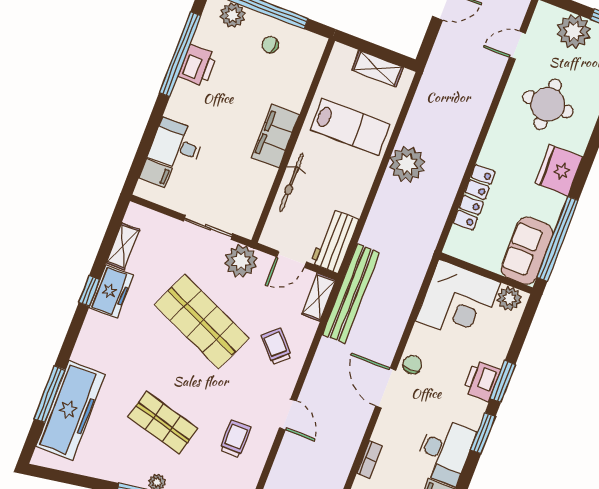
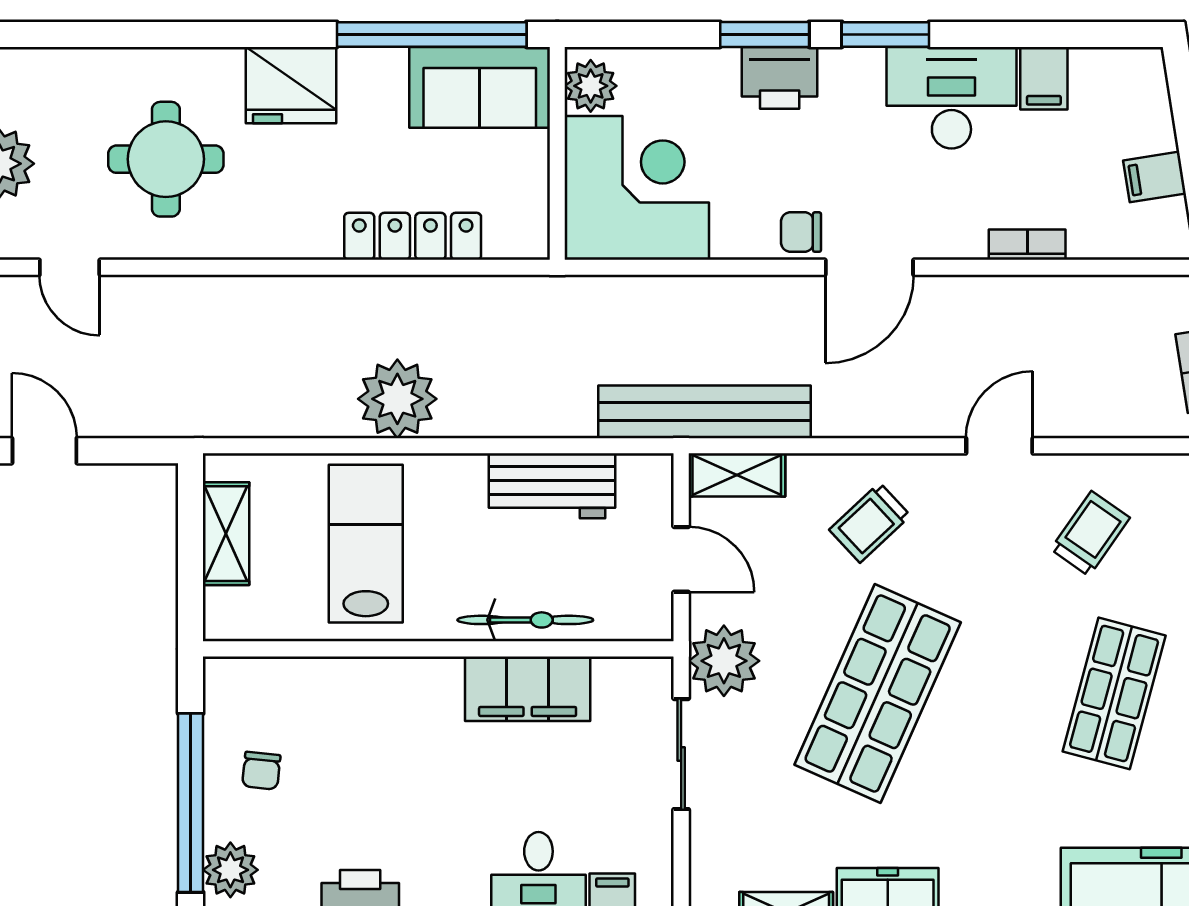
filing cabinet: (275, 136) -> (528, 689), moved
workbench: (335, 241) -> (552, 486), moved
trolley: (235, 439) -> (1090, 533), turned 125

